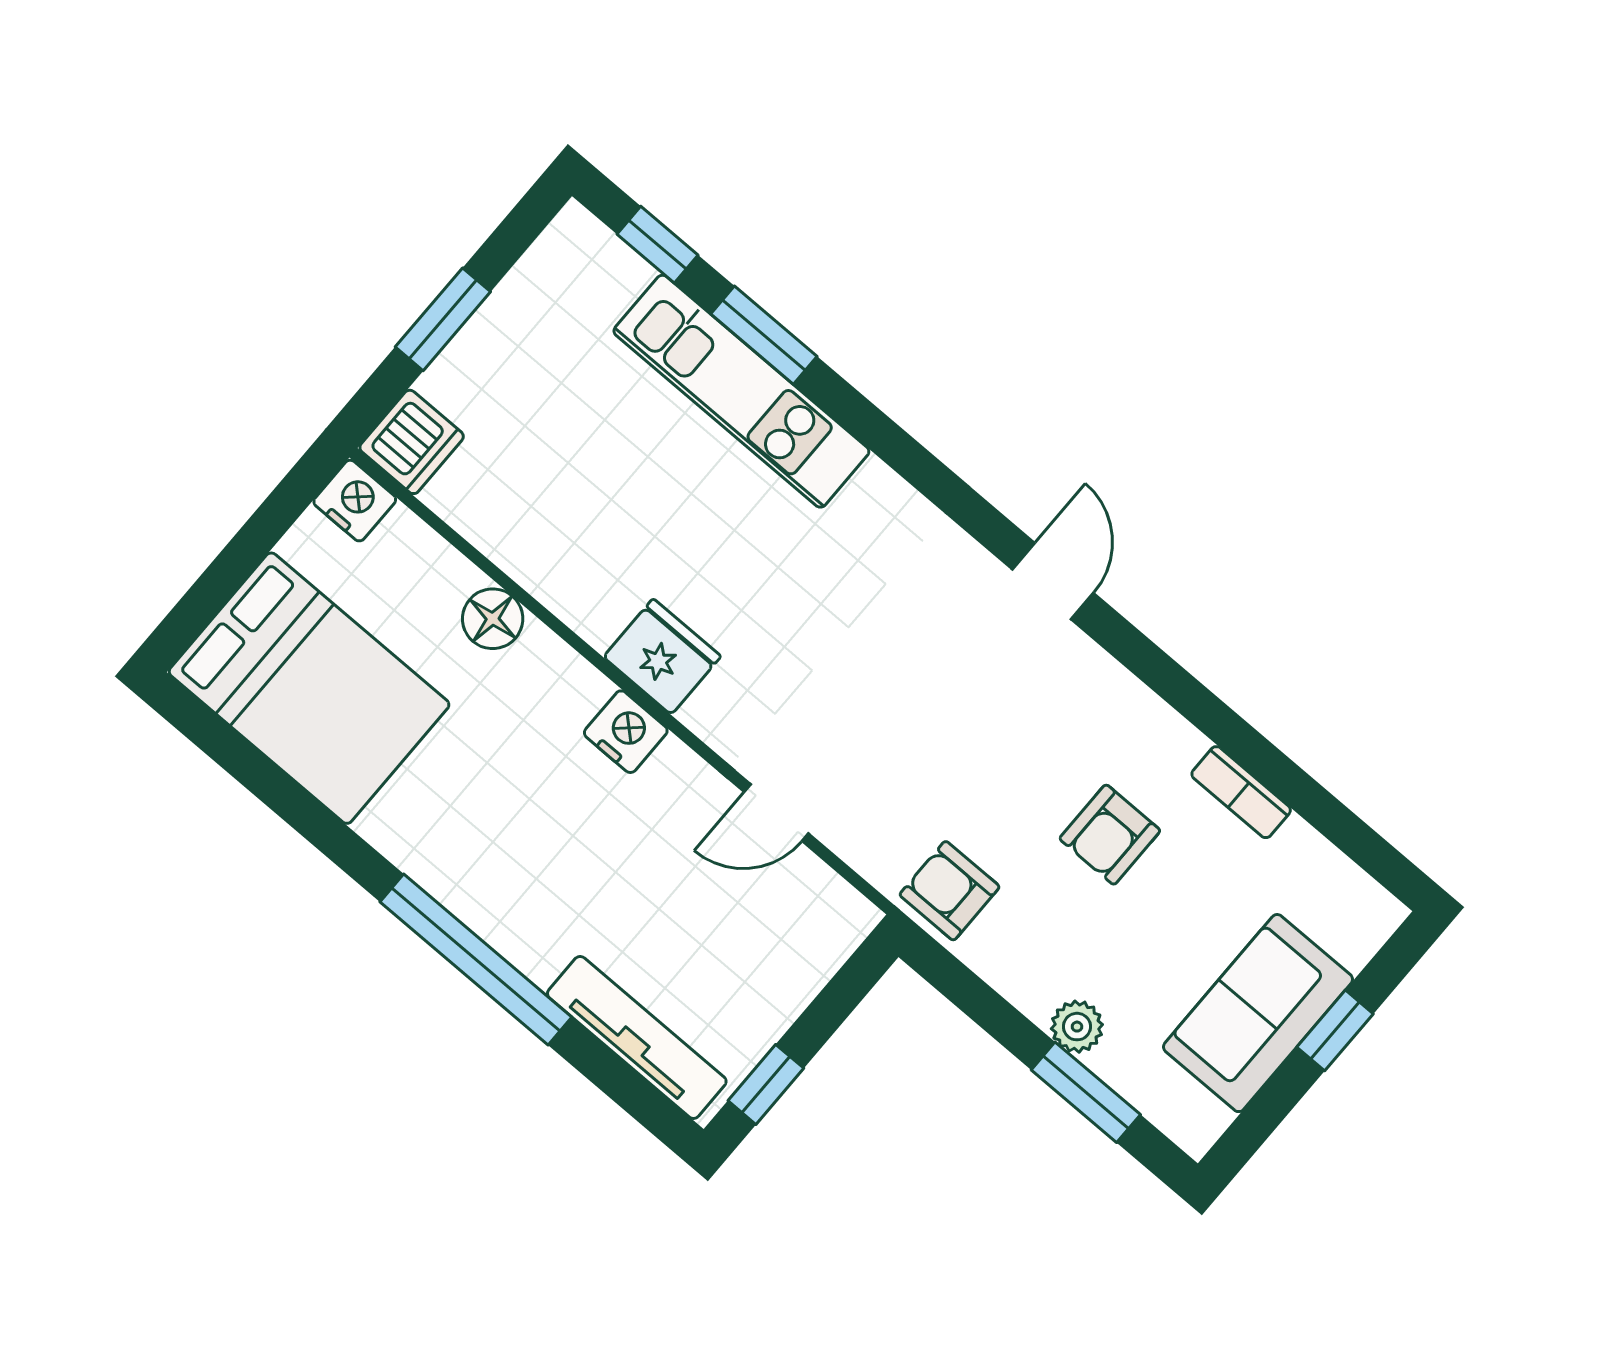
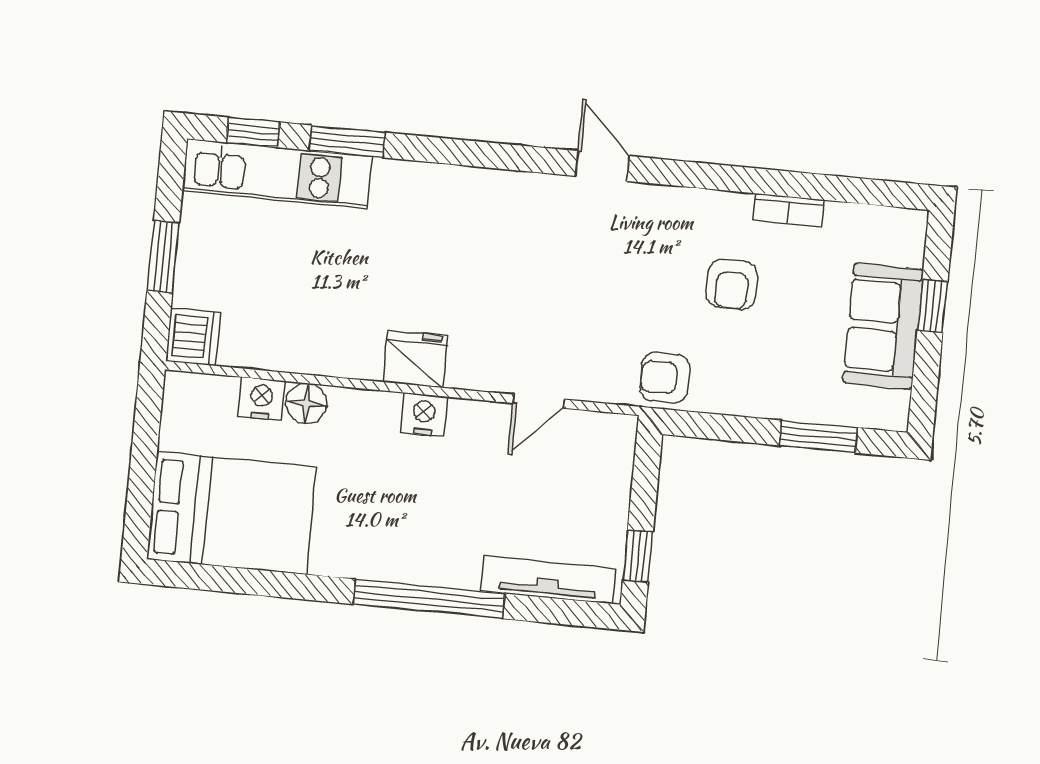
kitchen unit: (741, 391) -> (277, 174), moved
nightstand: (355, 501) -> (262, 399), moved
plant: (1077, 1027) -> (788, 404), removed

